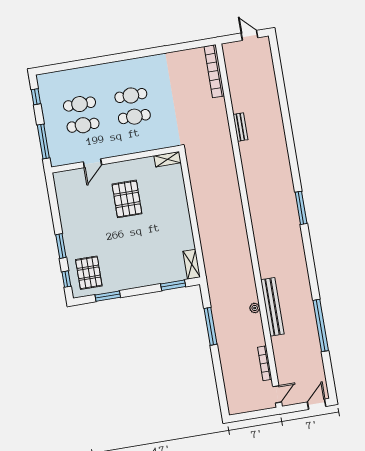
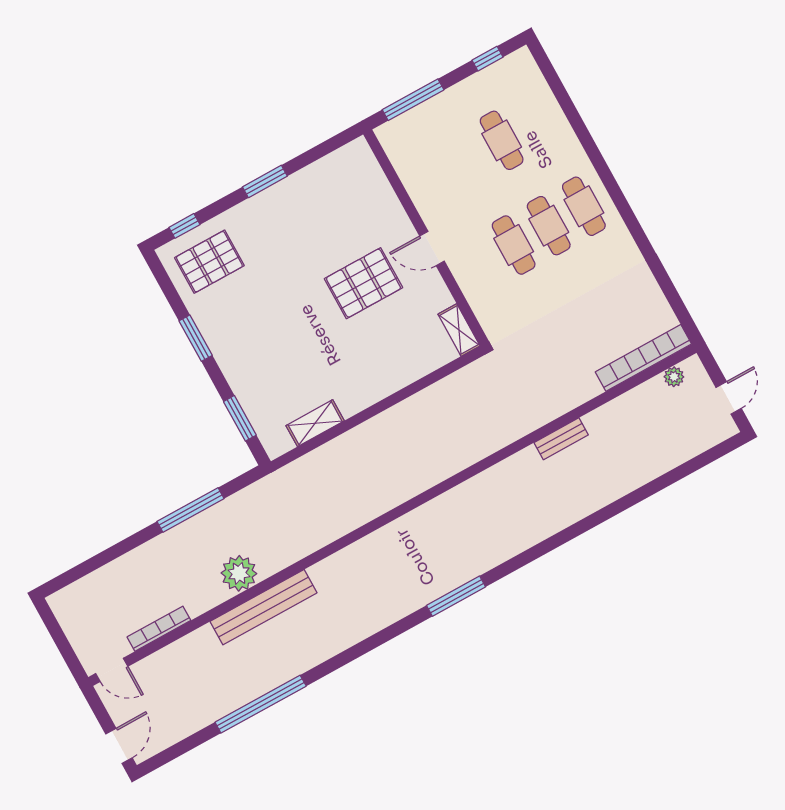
plant: (229, 59) -> (674, 377), added
cafe table: (83, 125) -> (584, 206), moved
door: (92, 163) -> (432, 249), moved
window: (61, 246) -> (265, 182), moved
shelving: (192, 264) -> (315, 423), moved
window: (108, 296) -> (196, 338), moved
plant: (255, 308) -> (239, 573), width x1.87, depth x1.87
door: (317, 404) -> (119, 746), hinge flipped

